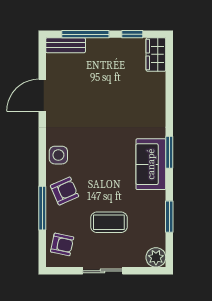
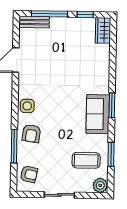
armchair: (64, 191) -> (31, 133), turned 122
coffee table: (109, 222) -> (86, 160), moved

